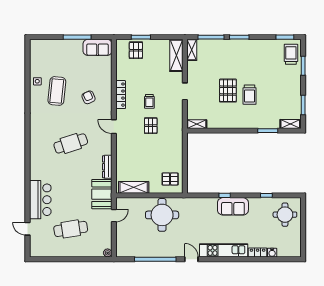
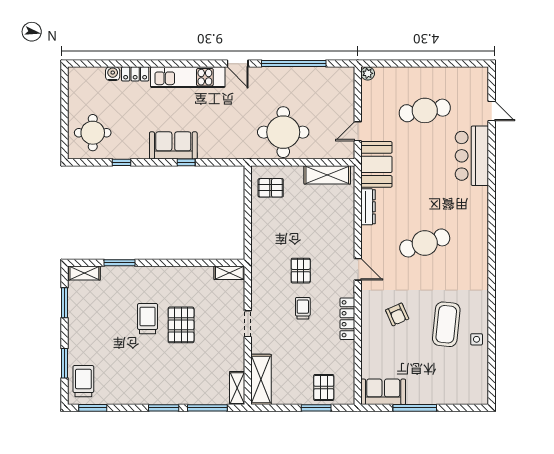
trolley: (291, 54) -> (83, 381), turned 180

